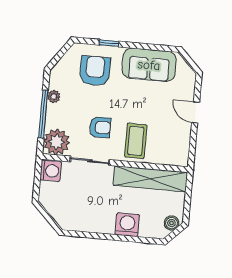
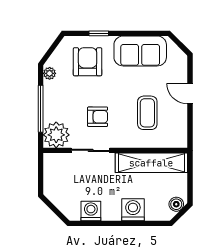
plant: (54, 97) -> (50, 73), moved
coffee table: (136, 141) -> (147, 113), moved
washing machine: (51, 171) -> (91, 211), moved, turned -90

